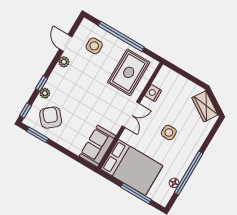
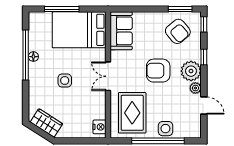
side table: (94, 46) -> (165, 129), moved
plant: (45, 93) -> (191, 71), moved, width x1.87, depth x1.87
nightstand: (153, 93) -> (100, 127), moved
armchair: (86, 95) -> (158, 71), added
floor lamp: (174, 183) -> (33, 57), moved

